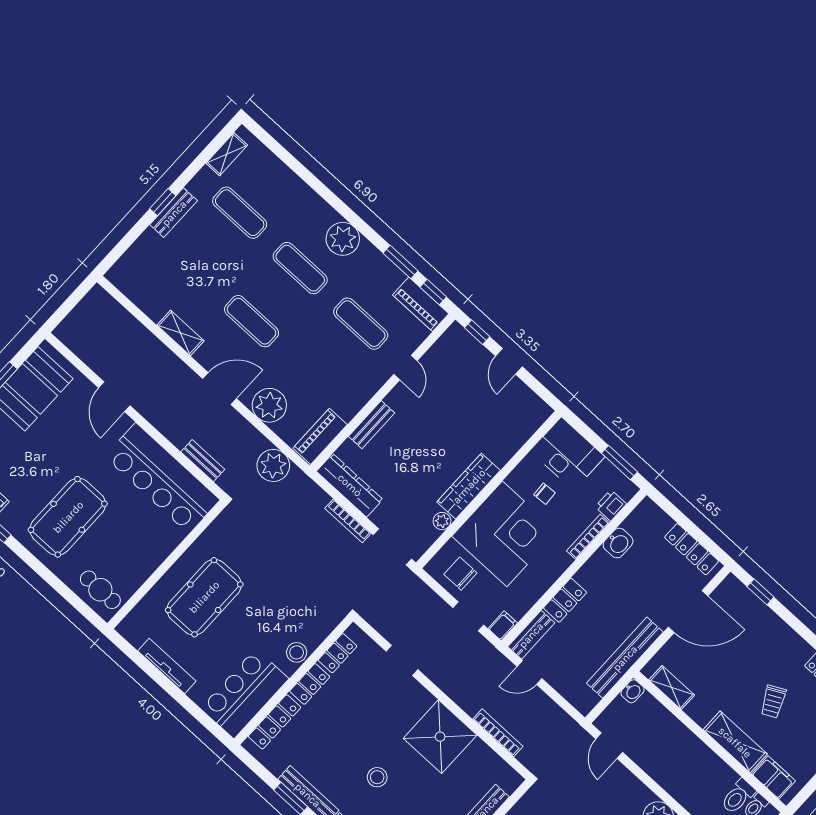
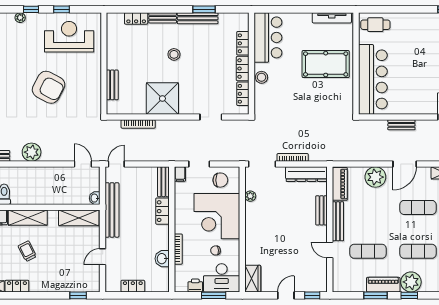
window: (433, 292) -> (409, 295), moved
piano: (421, 304) -> (383, 285), moved
door: (509, 361) -> (286, 295), hinge flipped
bench: (364, 393) -> (338, 221), added
bench: (203, 461) -> (401, 125), moved
window: (619, 463) -> (214, 295), moved
plant: (273, 465) -> (349, 152), removed
bar counter: (162, 478) -> (373, 79), moved, turned 90
wardrobe: (469, 486) -> (253, 279), moved, width x0.67
printer: (611, 505) -> (195, 285), moved, turned -90
pool table: (68, 517) -> (420, 44), removed
locker: (692, 549) -> (133, 286), width x0.66
pool table: (204, 597) -> (326, 64), turned 90
door: (688, 612) -> (103, 257), width x0.53
tv unit: (167, 666) -> (332, 18), moved
door: (530, 673) -> (116, 164), moved
shelving: (672, 688) -> (79, 218), width x1.50, depth x1.33
locker: (275, 722) -> (243, 43), width x0.66

